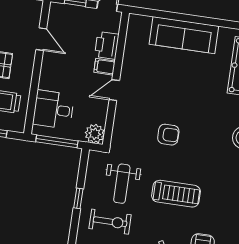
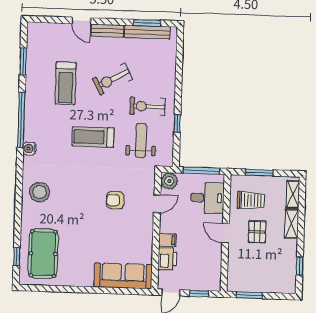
sofa: (184, 35) -> (123, 276), moved
door: (41, 39) -> (226, 233), moved
door: (114, 90) -> (157, 204), moved
armchair: (168, 135) -> (115, 200), moved

